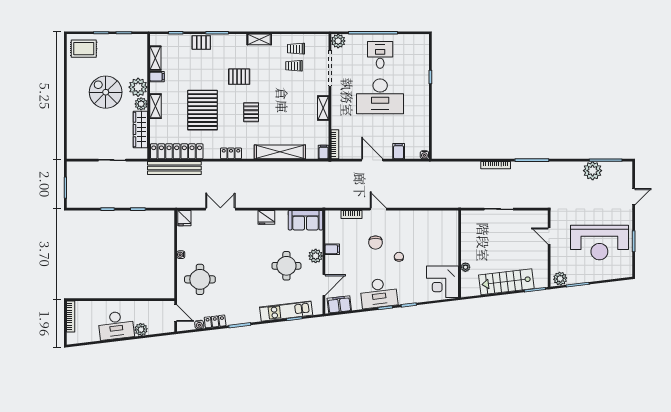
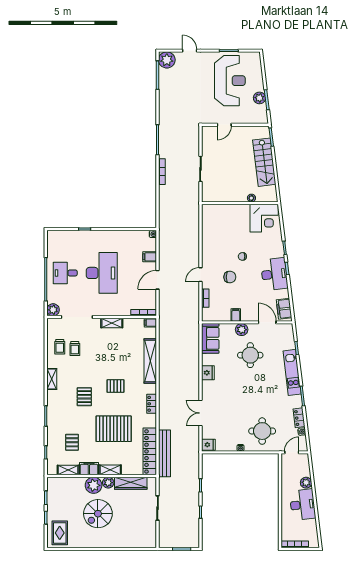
pallet: (201, 42) -> (72, 442), moved
filing cabinet: (157, 77) -> (89, 469), width x2.00
plant: (593, 171) -> (167, 60), moved
plant: (560, 279) -> (259, 98), moved
kitchen unit: (286, 311) -> (292, 372), moved

